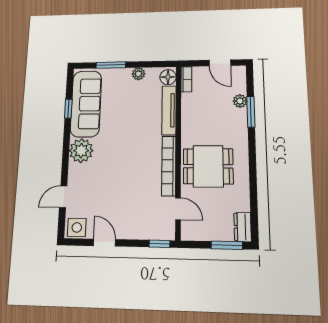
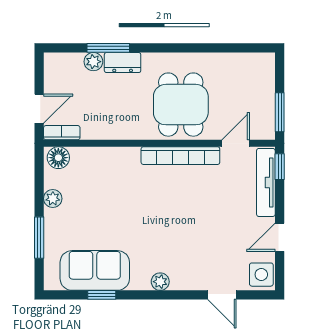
door: (220, 63) -> (39, 109), moved
sofa: (86, 104) -> (95, 270), width x0.73
tv unit: (169, 110) -> (266, 182), moved, turned 90
plant: (81, 151) -> (160, 282), width x0.53, depth x0.53
dresser: (243, 227) -> (123, 63), moved
window: (227, 245) -> (280, 112), moved

